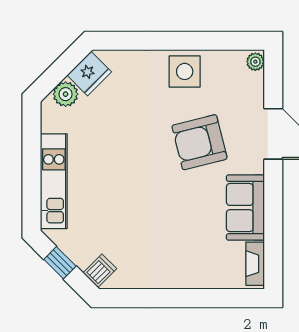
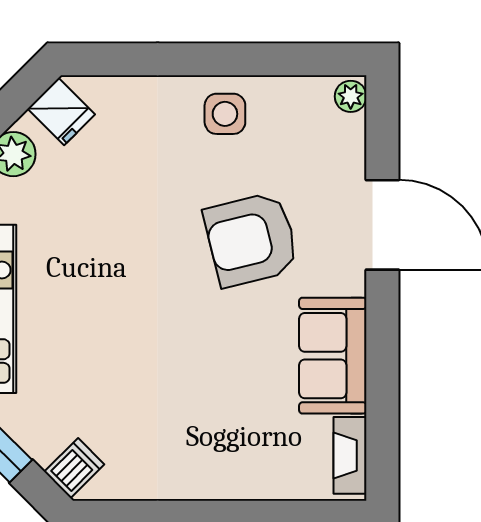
side table: (185, 71) -> (225, 114), width x0.73, depth x0.73
fridge: (89, 74) -> (61, 111), width x0.72

